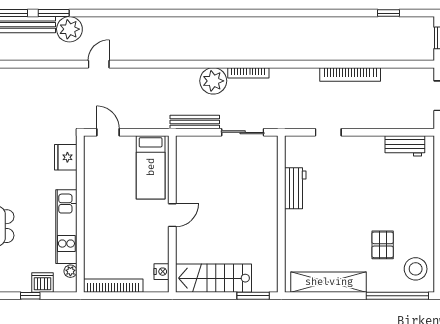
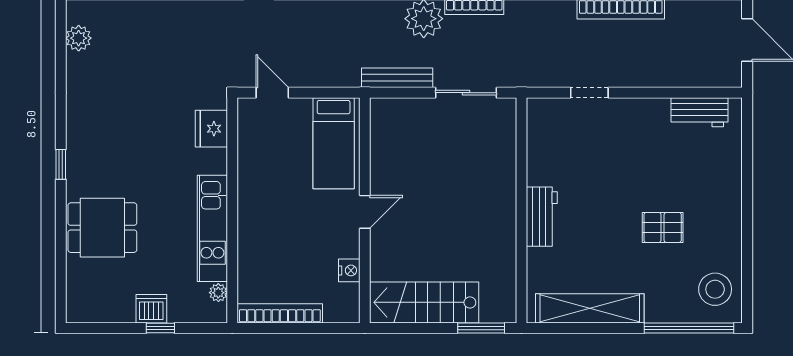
workbench: (295, 188) -> (542, 217), moved
pallet: (383, 245) -> (663, 227), moved, turned 90
nightstand: (161, 272) -> (349, 270), moved
dishwasher: (42, 282) -> (151, 309), moved

